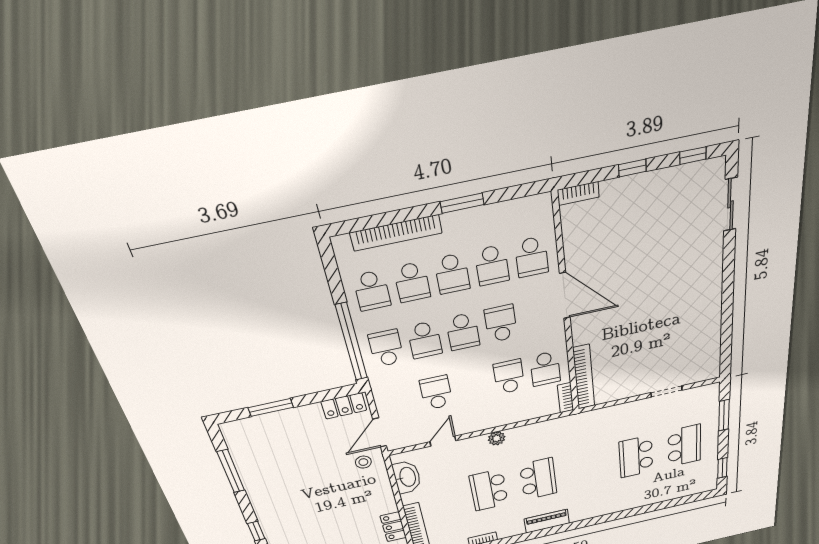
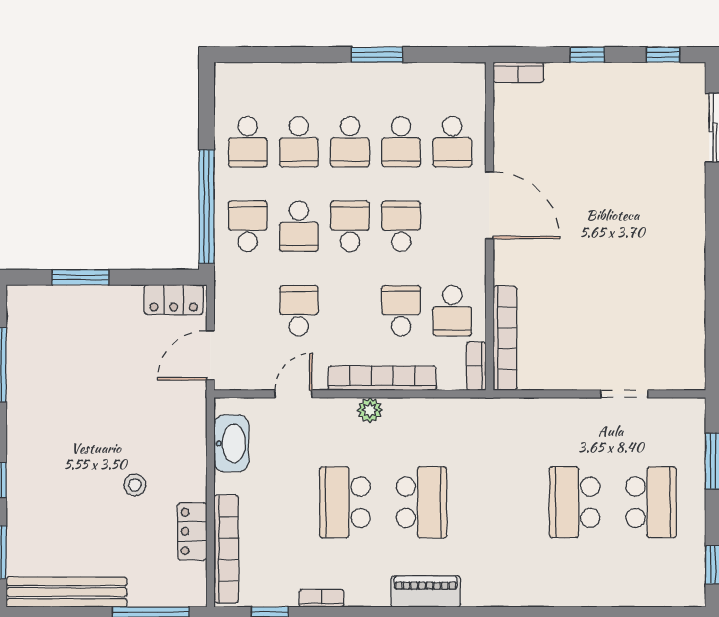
bookcase: (396, 233) -> (382, 378), moved, turned 180
school desk: (463, 332) -> (350, 226), turned 180
stool: (363, 462) -> (135, 485), moved

